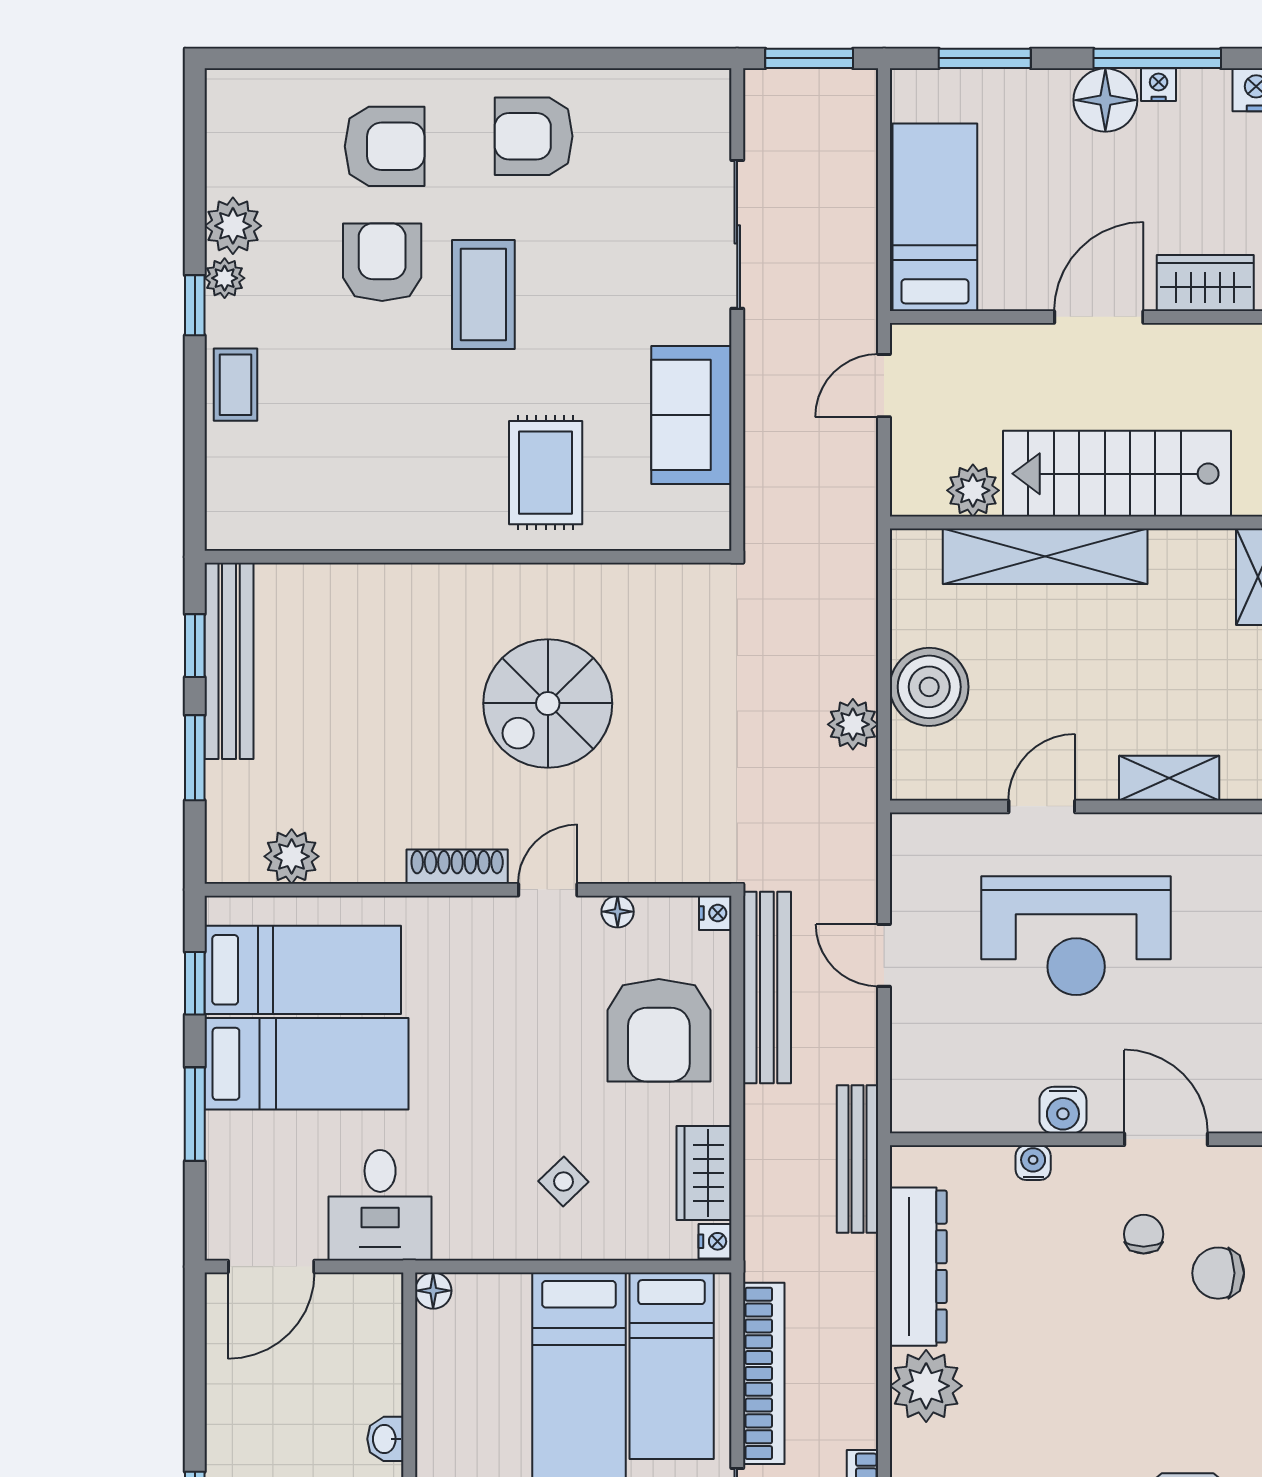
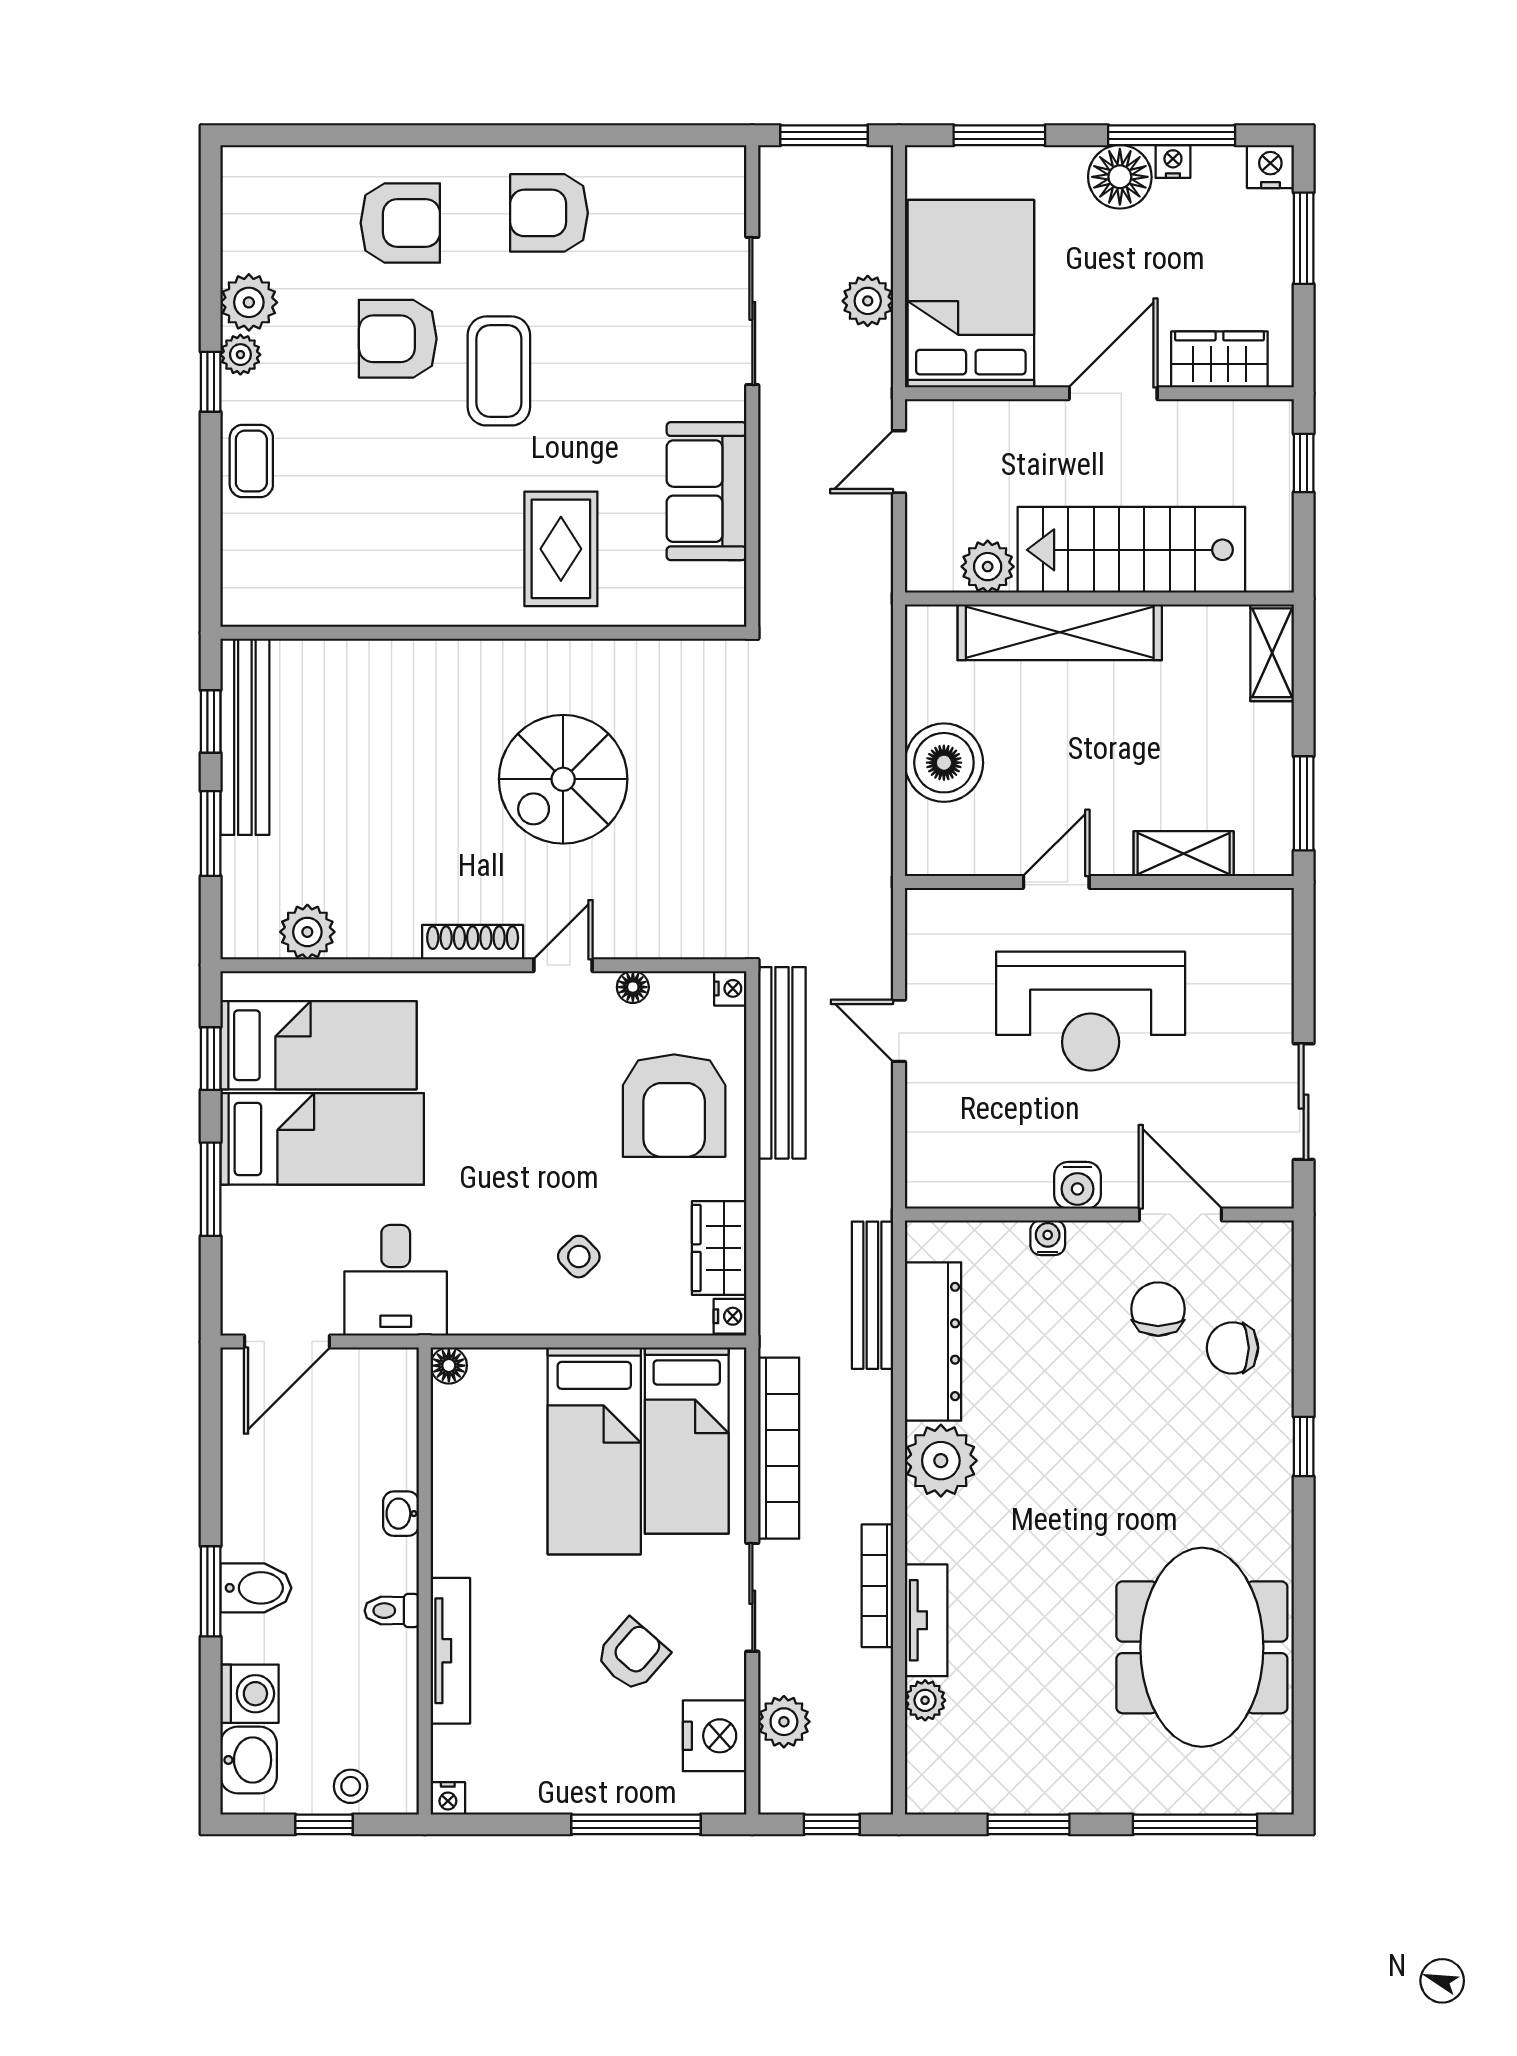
bed: (935, 217) -> (971, 294), width x1.50
armchair: (382, 262) -> (398, 339), turned -90
plant: (853, 724) -> (868, 301), moved
bench: (858, 1159) -> (872, 1295), moved
chair: (1144, 1234) -> (1158, 1309), width x1.37, depth x1.37

